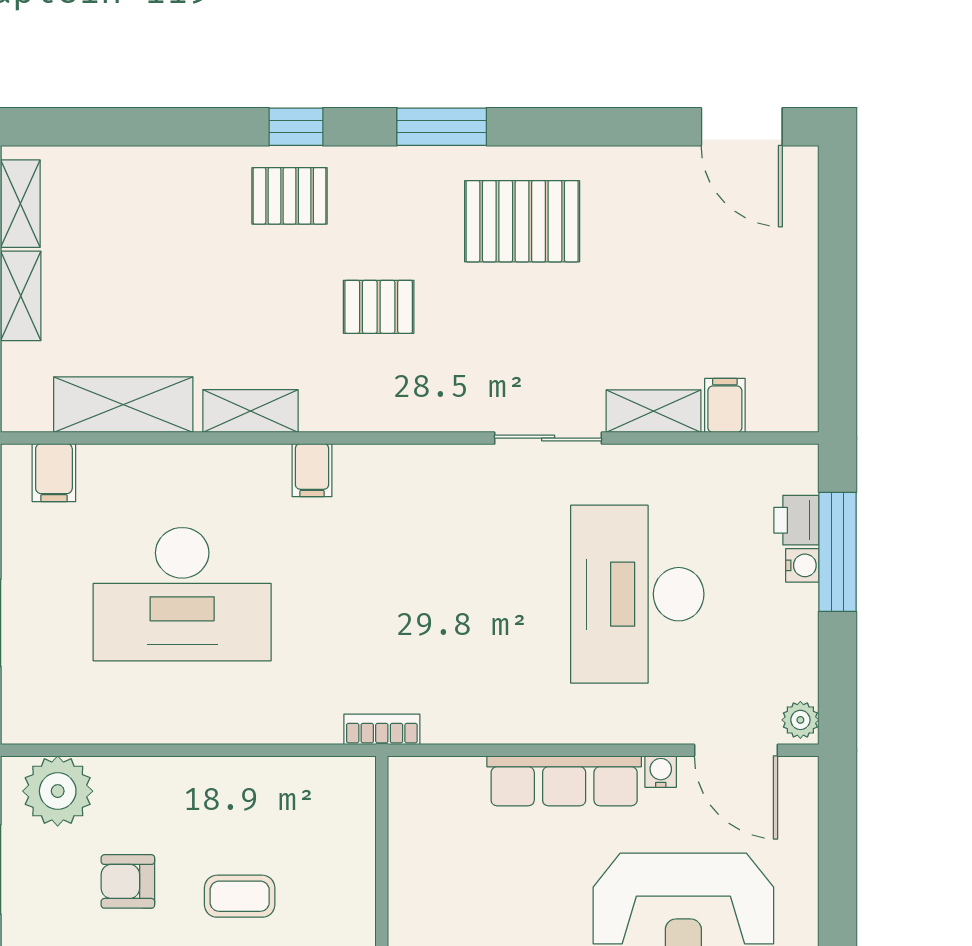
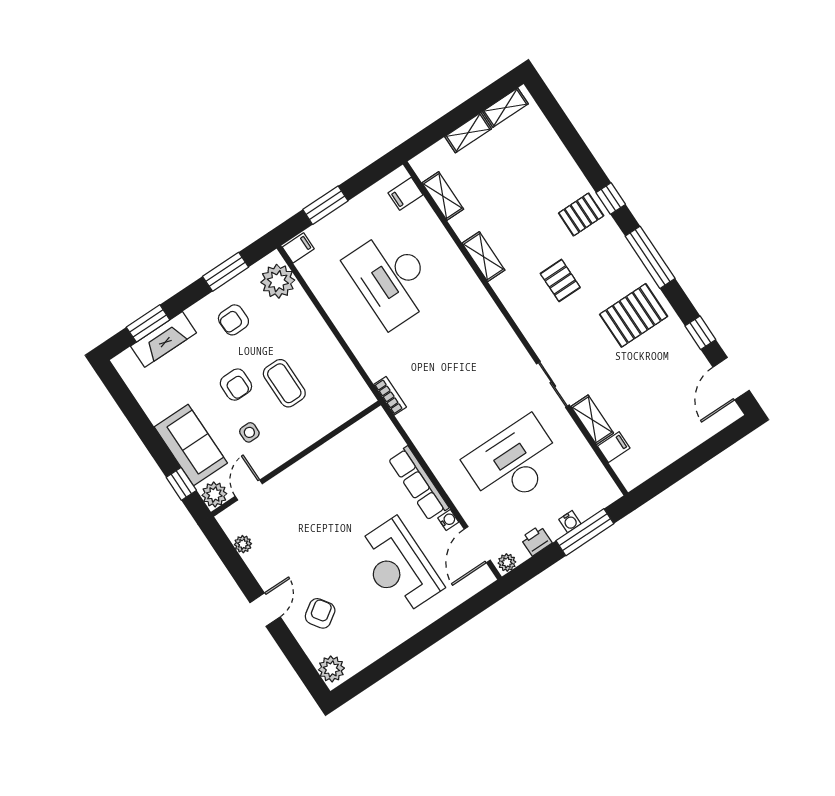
window: (442, 127) -> (650, 257), width x1.44
window: (628, 127) -> (700, 333), added
pallet: (290, 196) -> (581, 214), turned 90
pallet: (522, 221) -> (634, 315), turned 90
shelving: (123, 405) -> (443, 196), width x0.67, depth x0.75
filing cabinet: (312, 470) -> (298, 248), moved, turned 180
printer: (796, 520) -> (536, 541), moved
armchair: (128, 881) -> (233, 320), moved, turned -91
coffee table: (240, 896) -> (284, 383), width x1.36, depth x1.30

